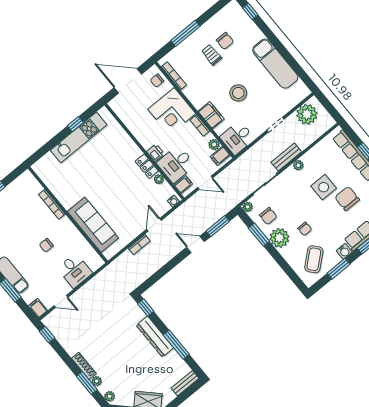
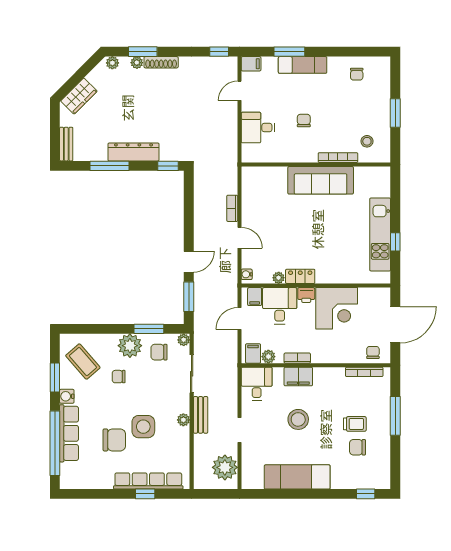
corner desk: (172, 111) -> (337, 308), moved, turned 180
stool: (27, 194) -> (367, 141), added
sofa: (93, 225) -> (321, 180), moved

